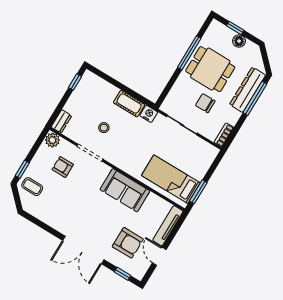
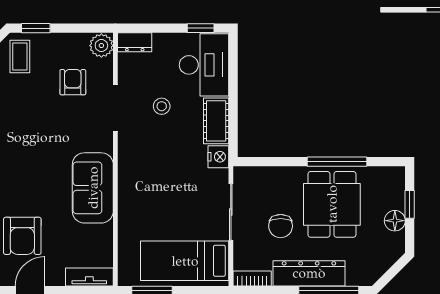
dresser: (248, 90) -> (309, 273), moved
desk: (96, 92) -> (204, 65), added
chair: (205, 103) -> (281, 226), turned 180
bed: (171, 179) -> (185, 261), moved, turned -90
tv unit: (168, 226) -> (89, 277), width x0.71

